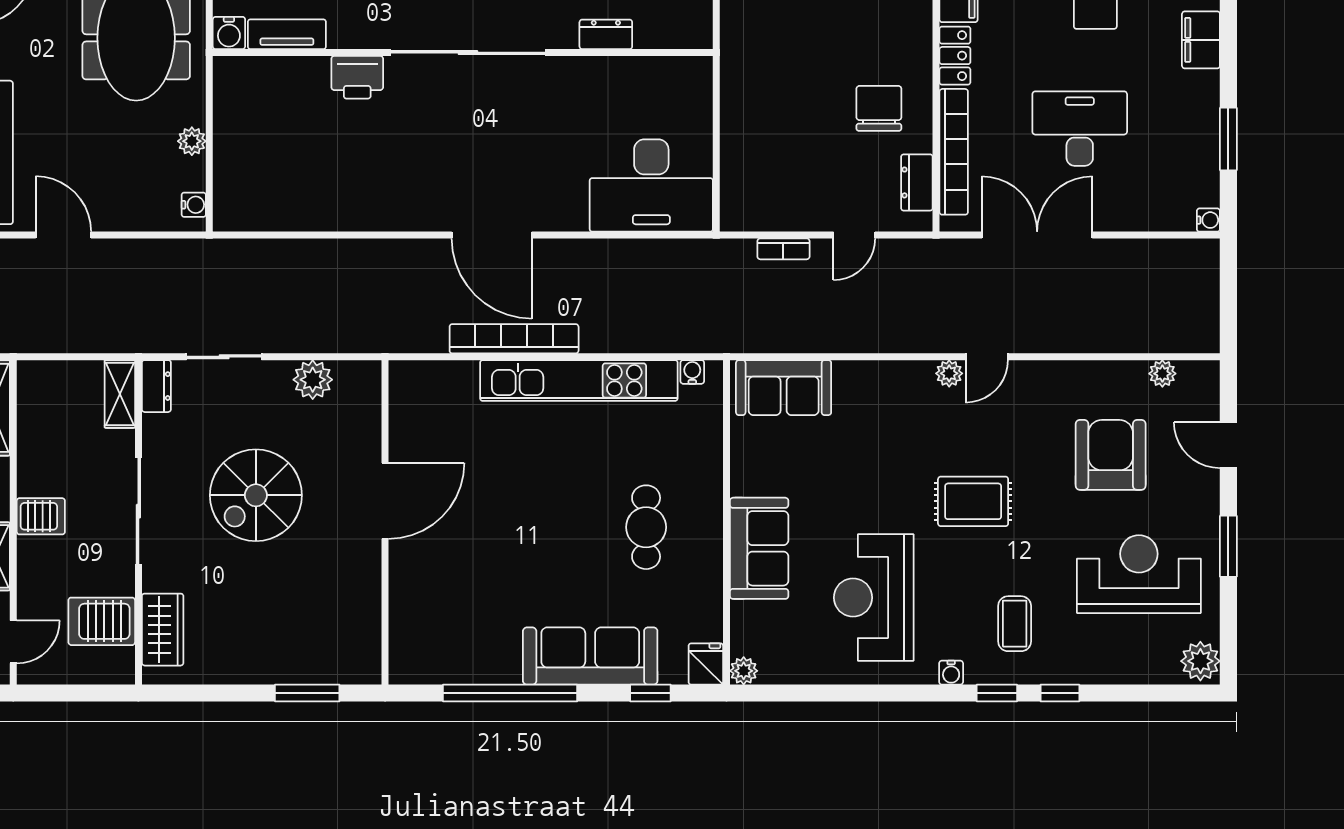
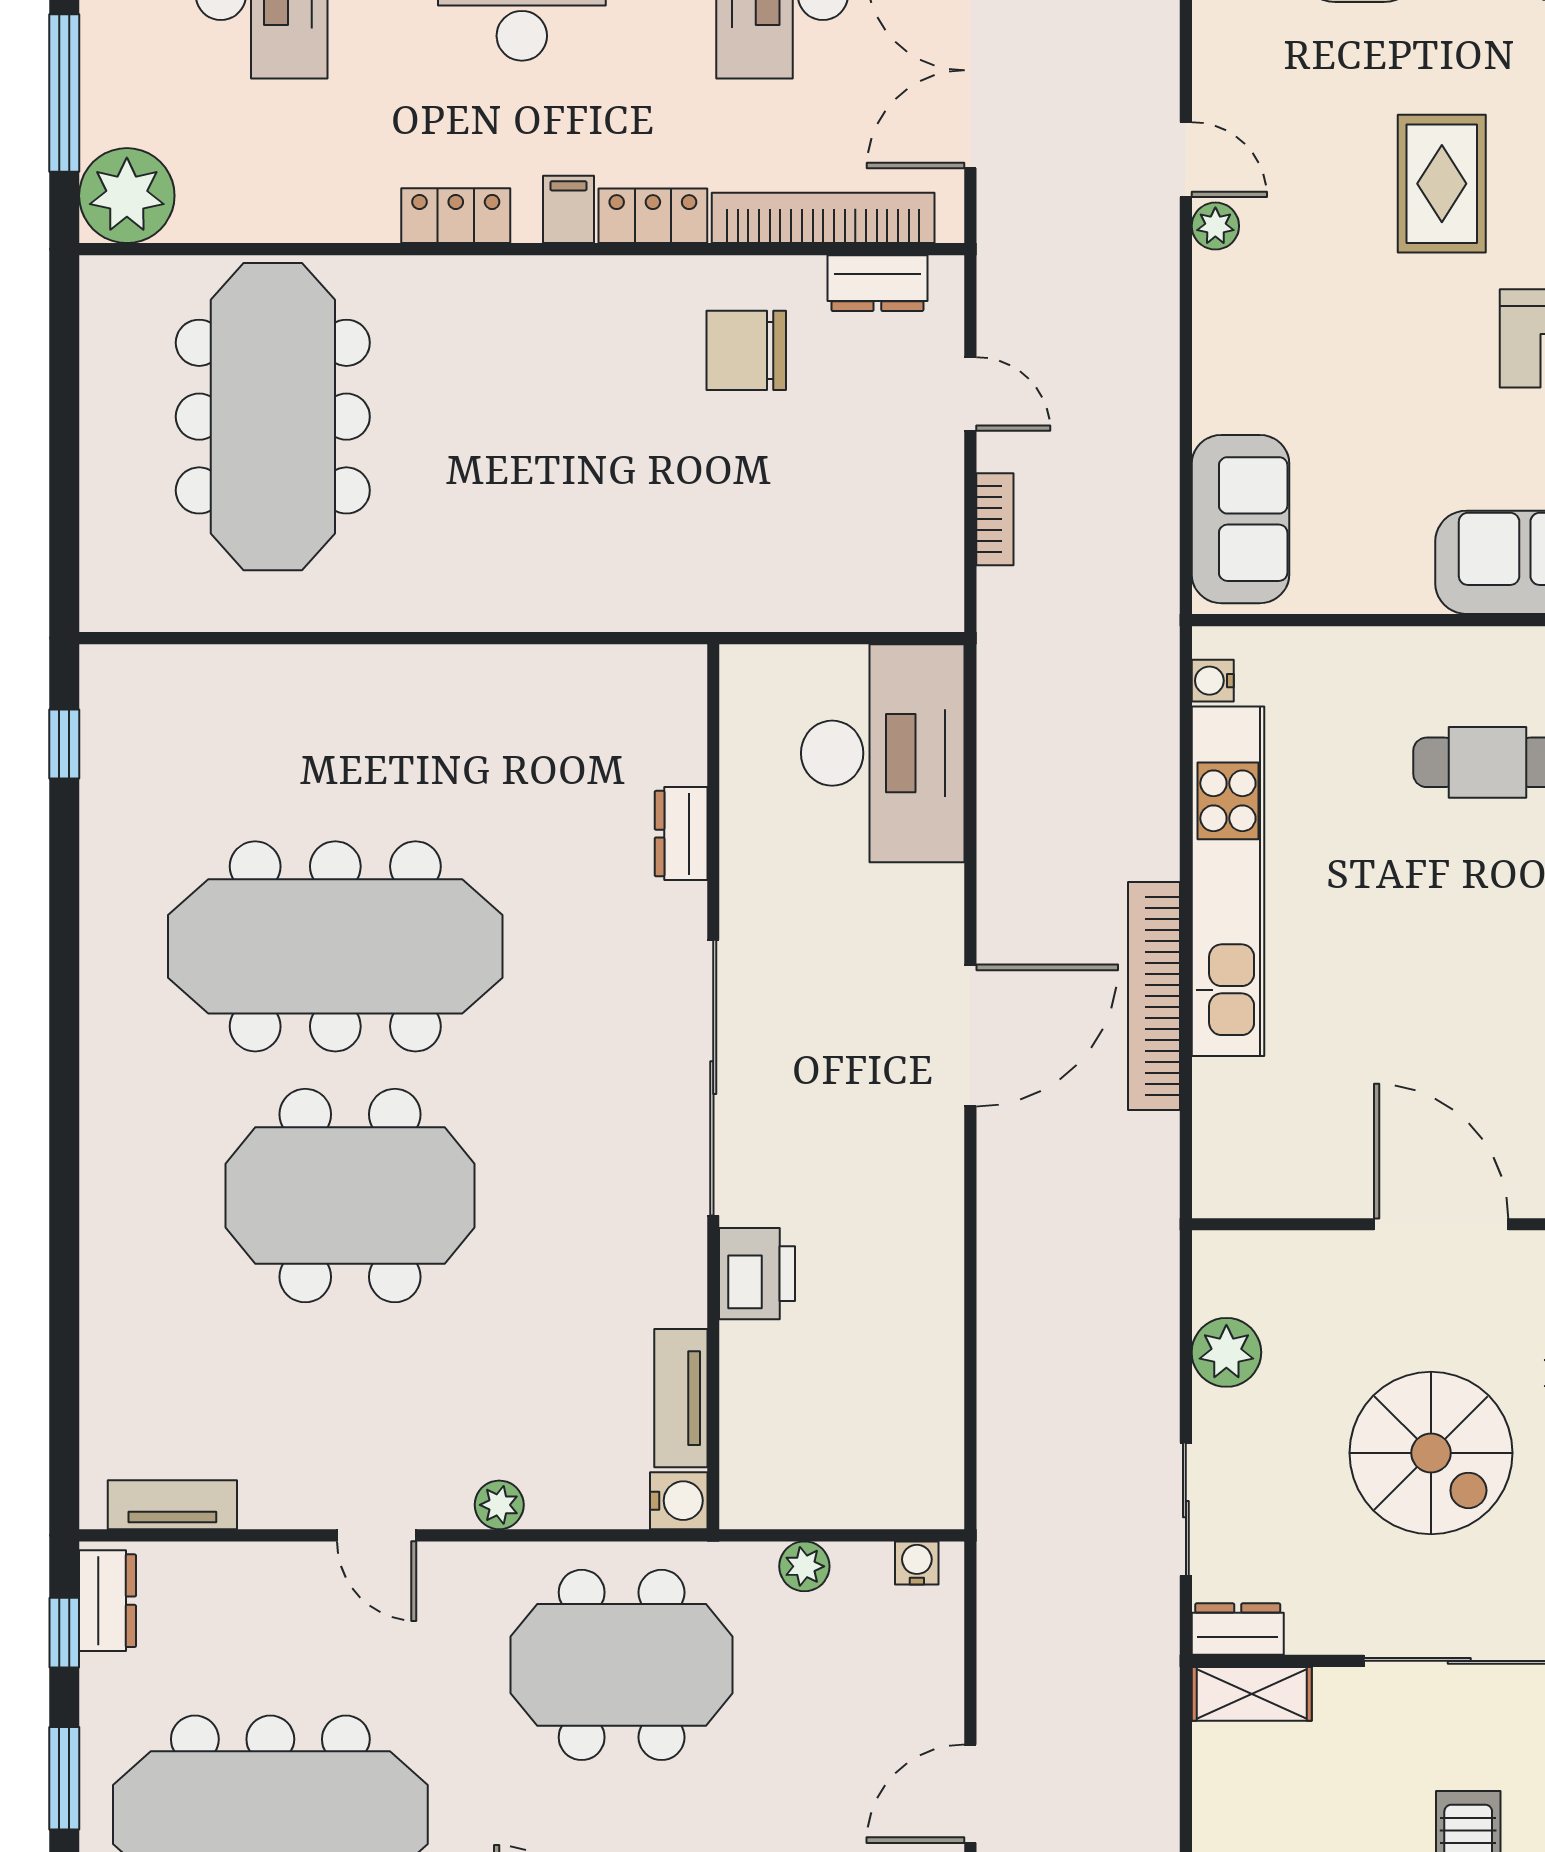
water cooler: (229, 33) -> (679, 1501), moved
tv unit: (287, 34) -> (681, 1398), moved
dresser: (606, 34) -> (681, 834), moved
wall: (463, 53) -> (713, 1087), moved
sliding door: (468, 53) -> (713, 1078), moved
printer: (357, 77) -> (757, 1274), moved

